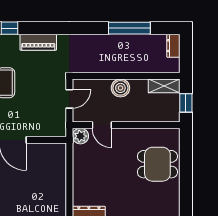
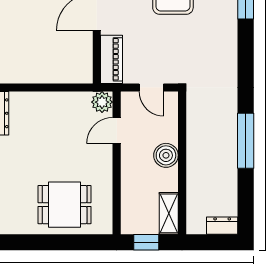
window: (129, 28) -> (246, 141), moved
piano: (38, 42) -> (112, 59), moved, turned 180
dining table: (157, 164) -> (65, 205), turned 90

